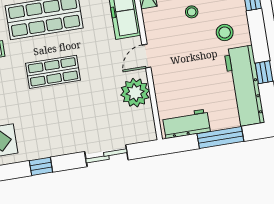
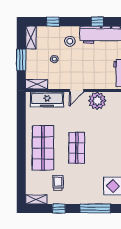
door: (146, 56) -> (76, 90), hinge flipped

